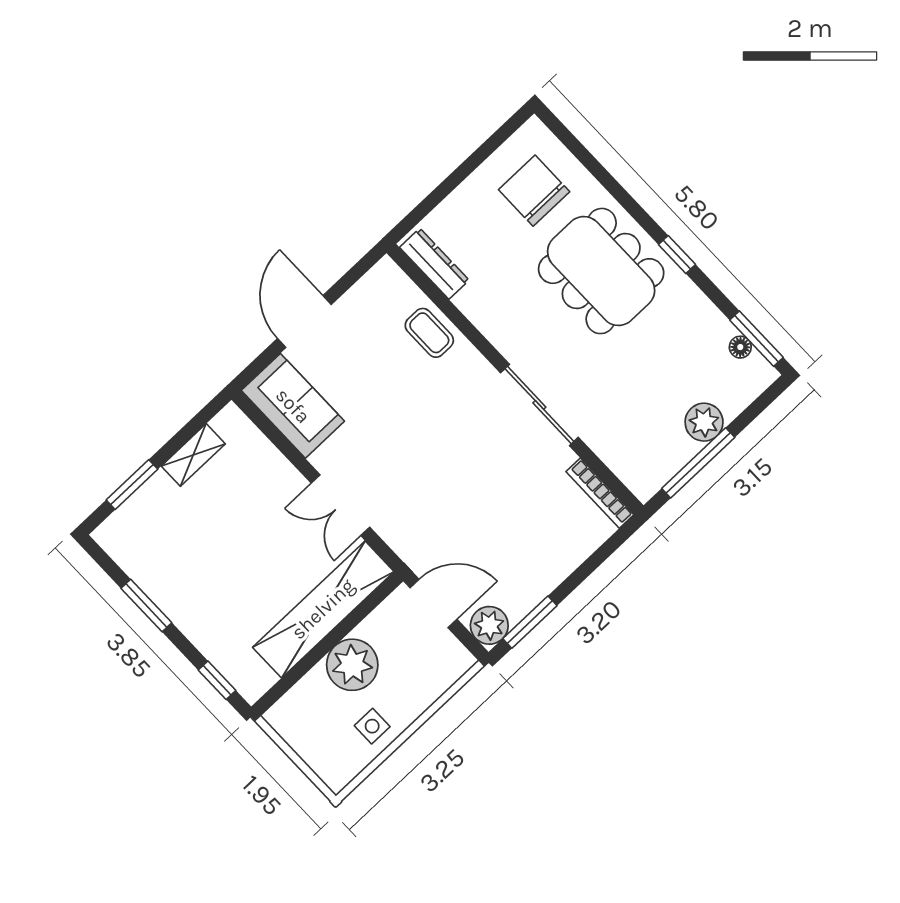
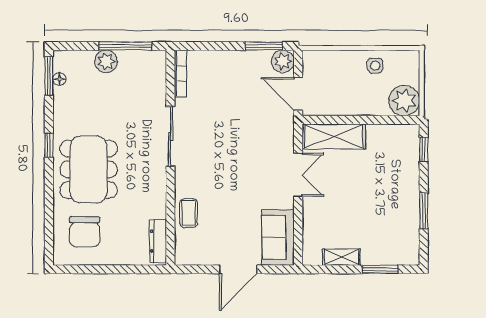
shelving: (323, 609) -> (334, 136), width x0.68
plant: (352, 665) -> (404, 100), moved

